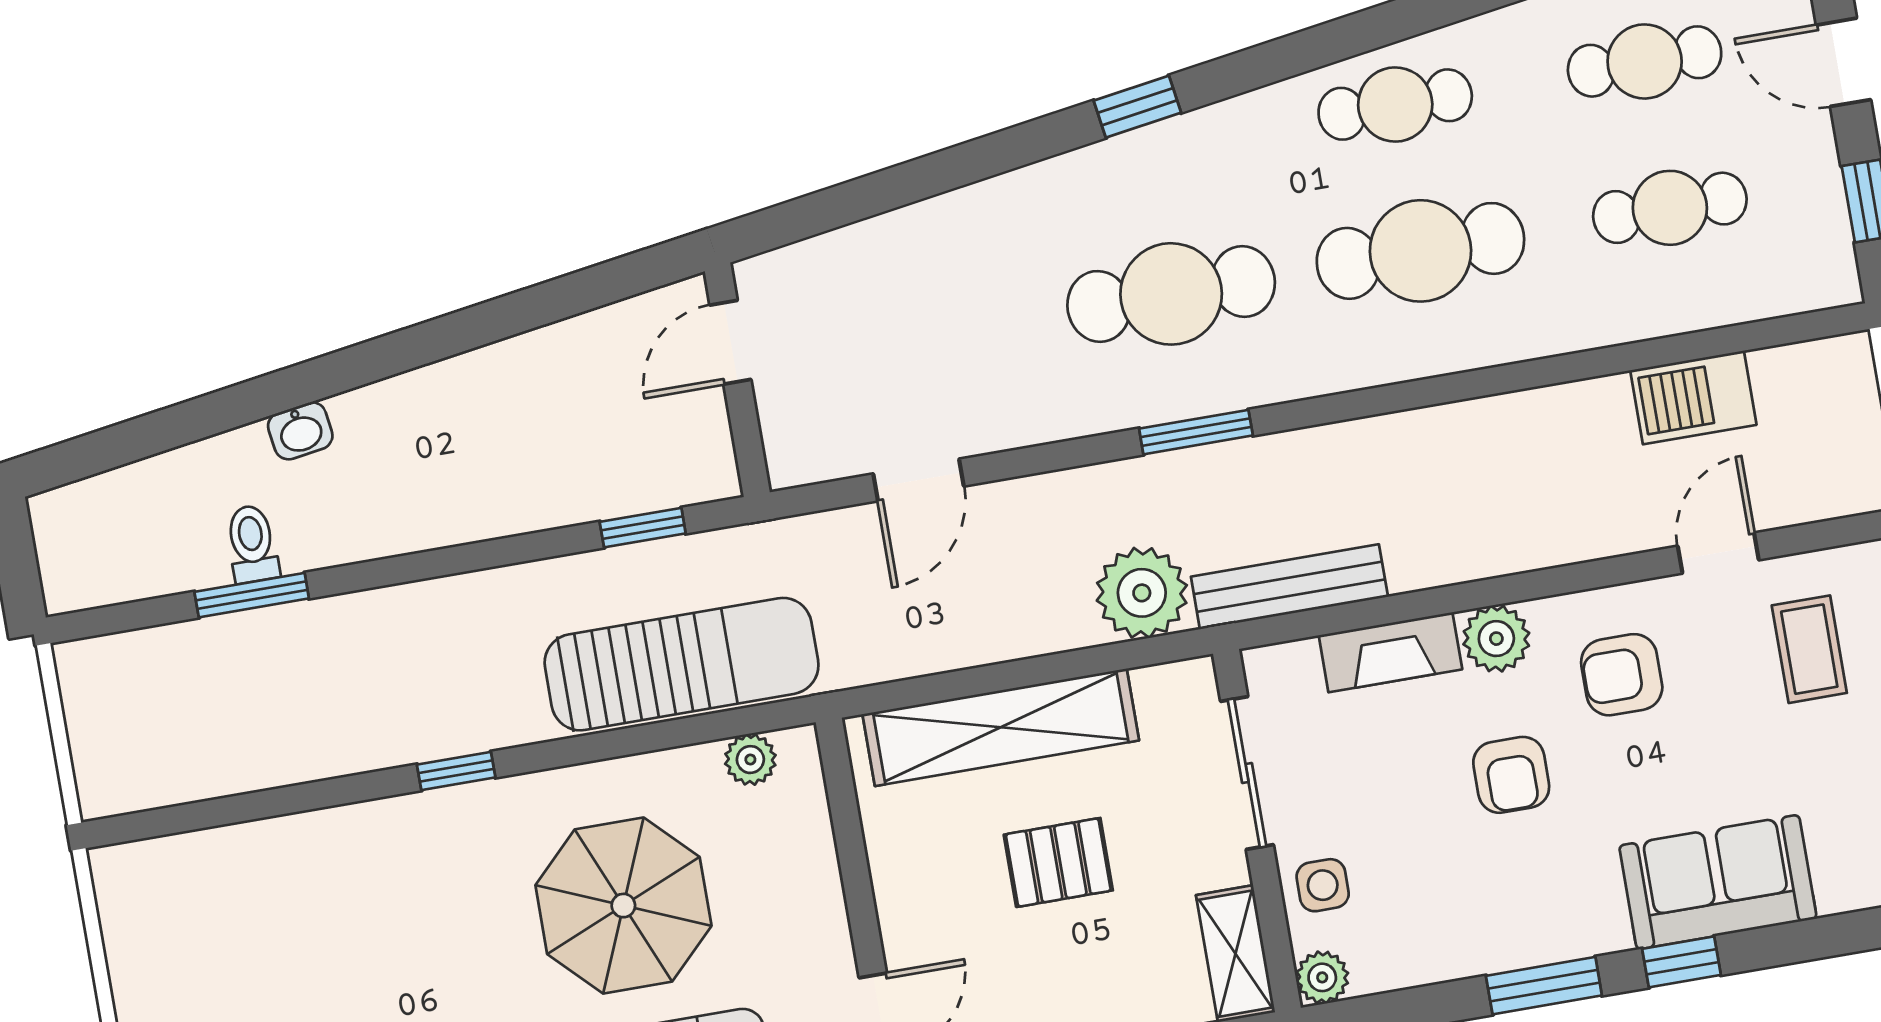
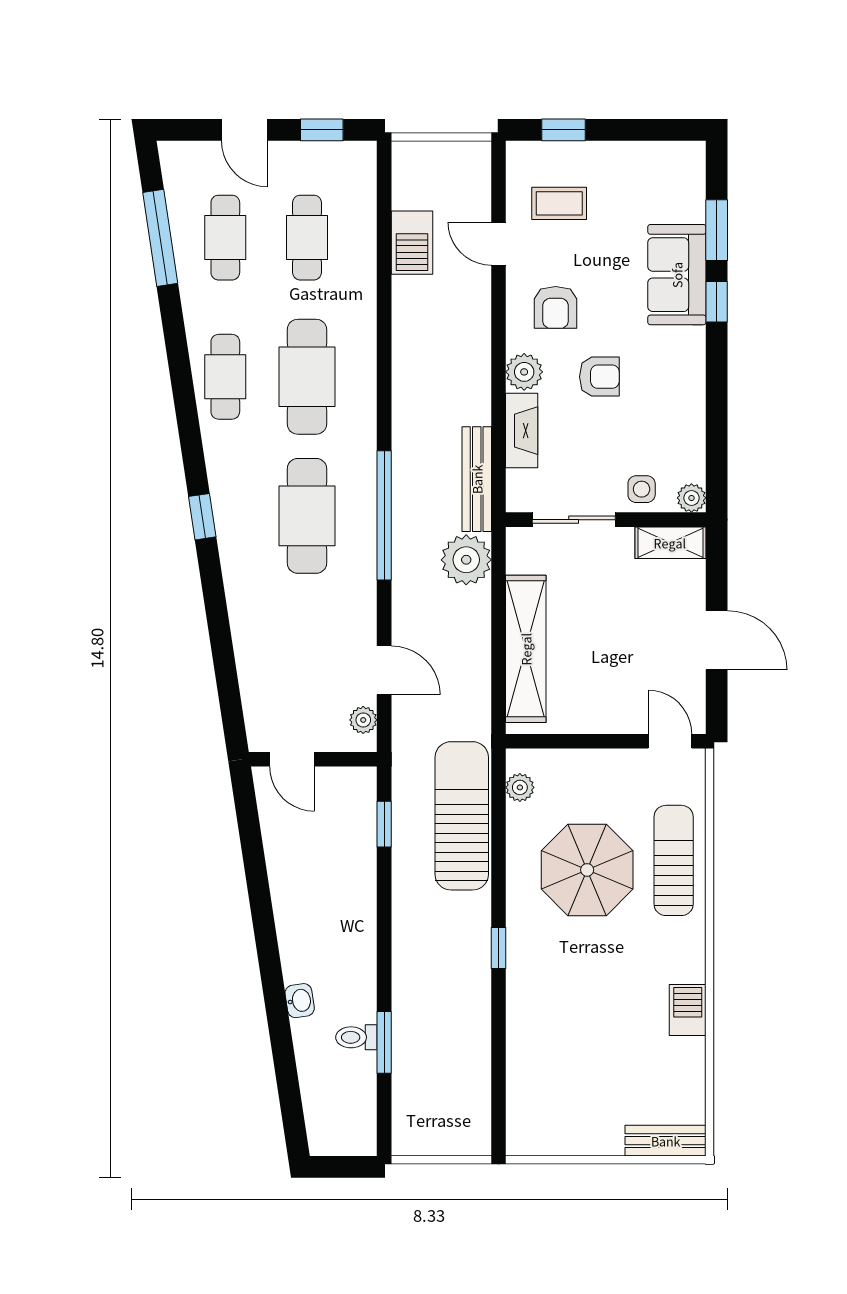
door: (1843, 62) -> (244, 130), hinge flipped
window: (1196, 432) -> (384, 515), width x2.11
plant: (823, 458) -> (363, 720), added
pallet: (1058, 862) -> (604, 630), removed
window: (1544, 986) -> (717, 230), moved

